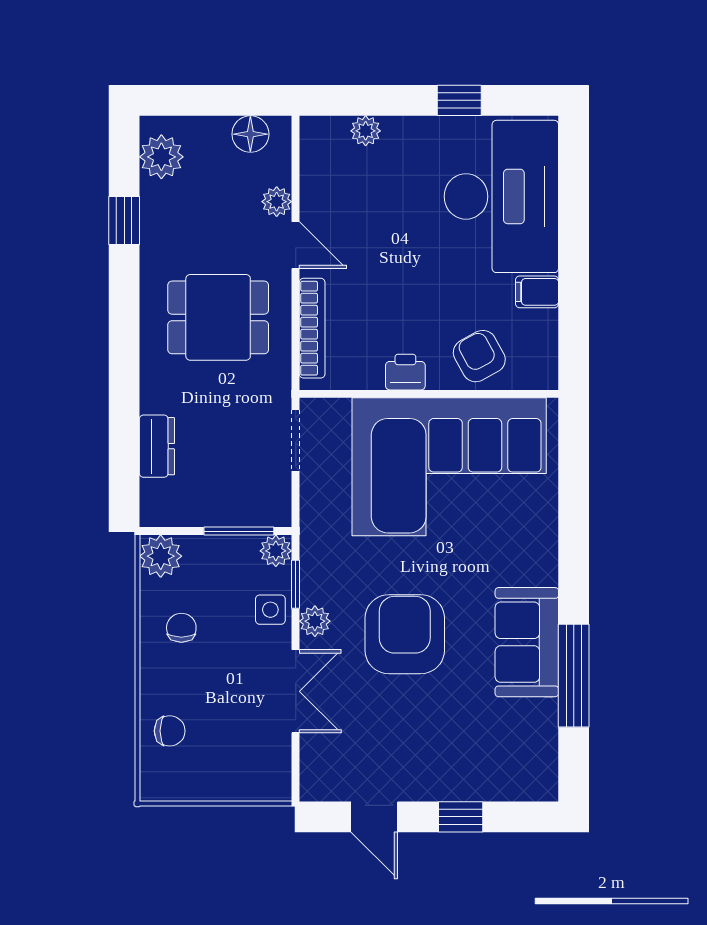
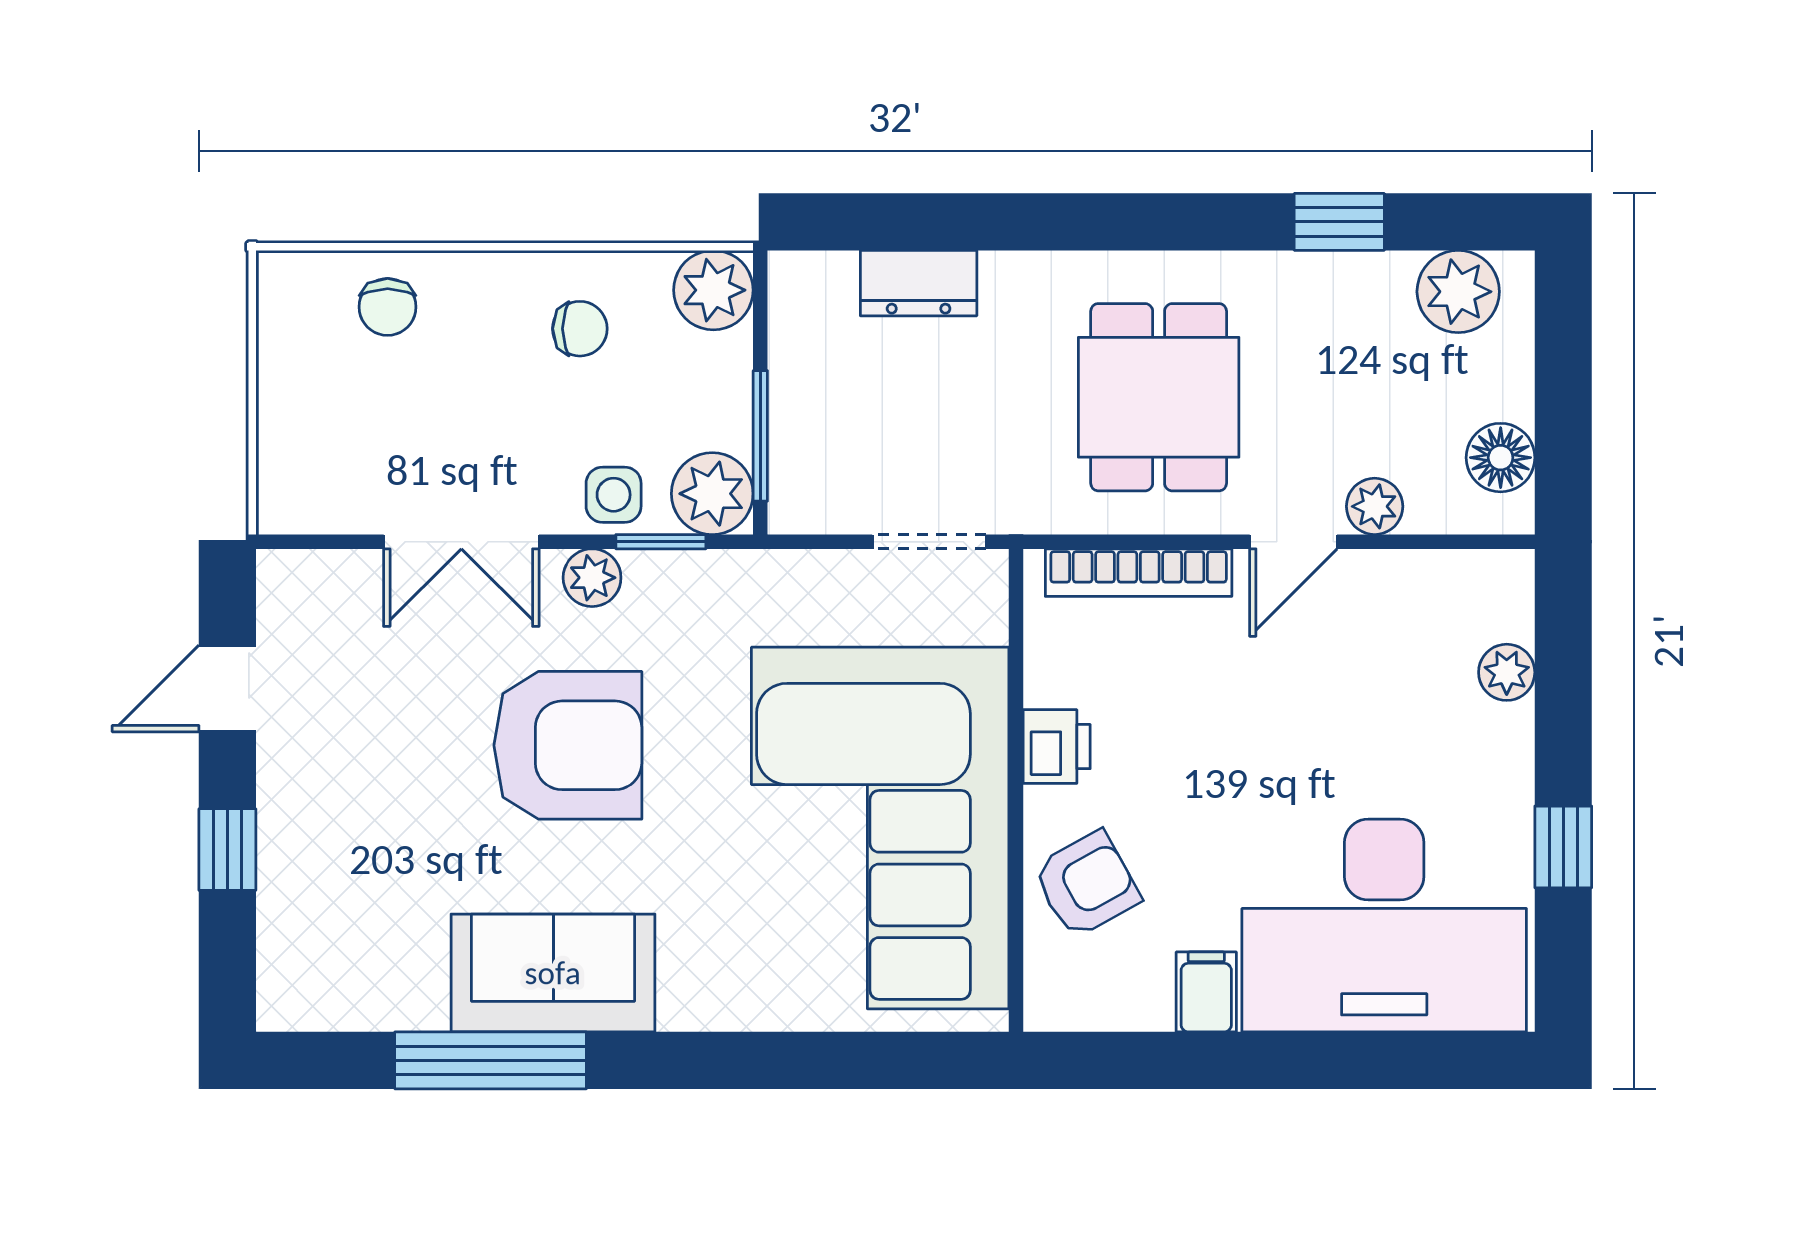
plant: (276, 551) -> (712, 494), width x1.38, depth x1.38

